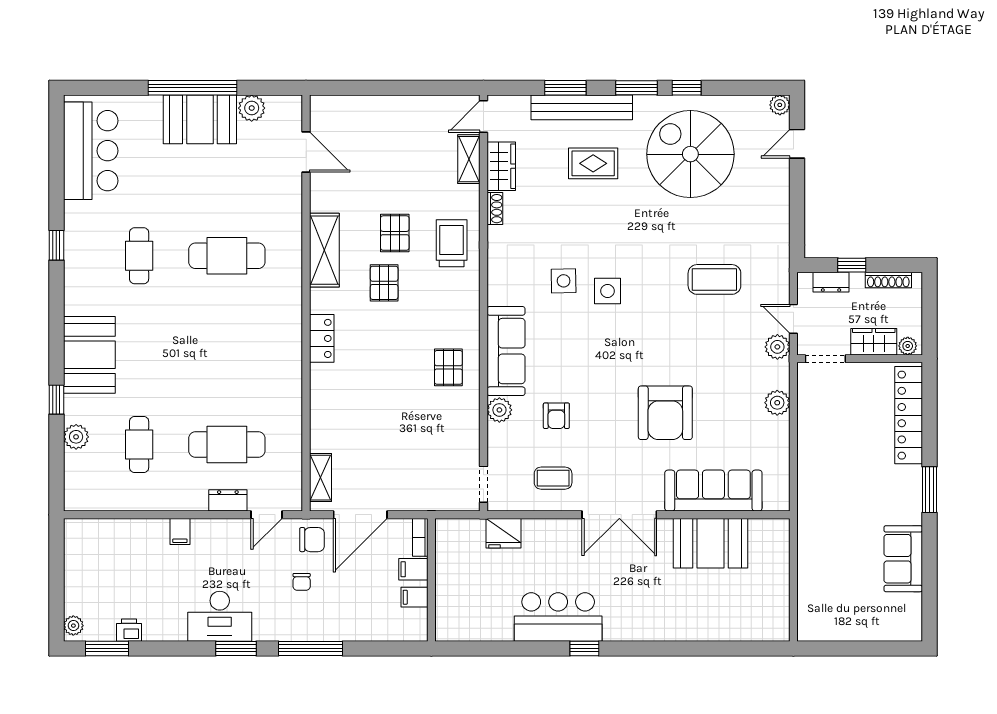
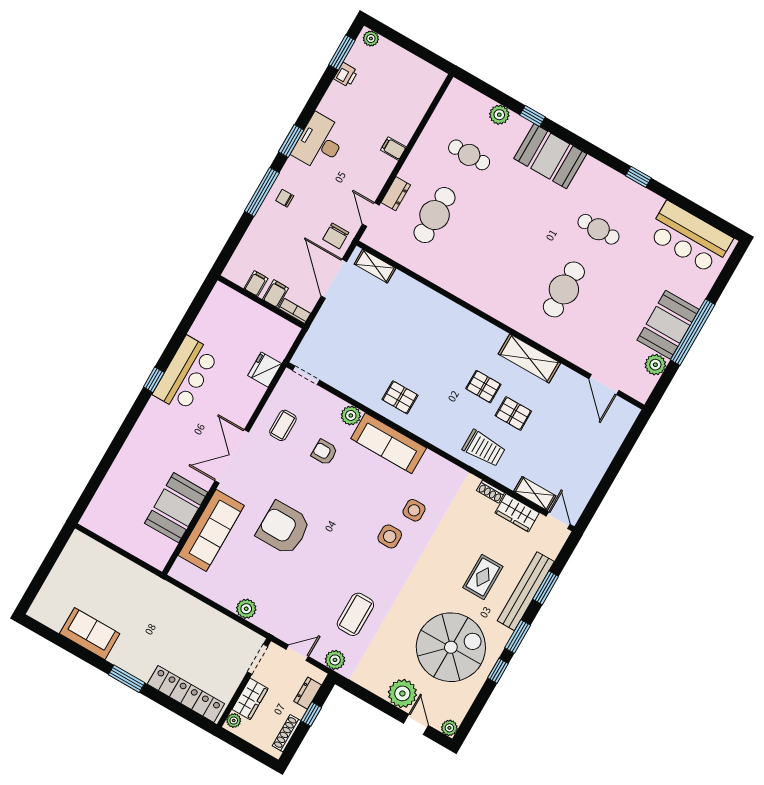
door: (306, 152) -> (604, 385), hinge flipped
plant: (772, 178) -> (402, 693), added
locker: (322, 338) -> (470, 322), removed
plant: (777, 347) -> (335, 660), moved
chair: (302, 582) -> (285, 198), moved

